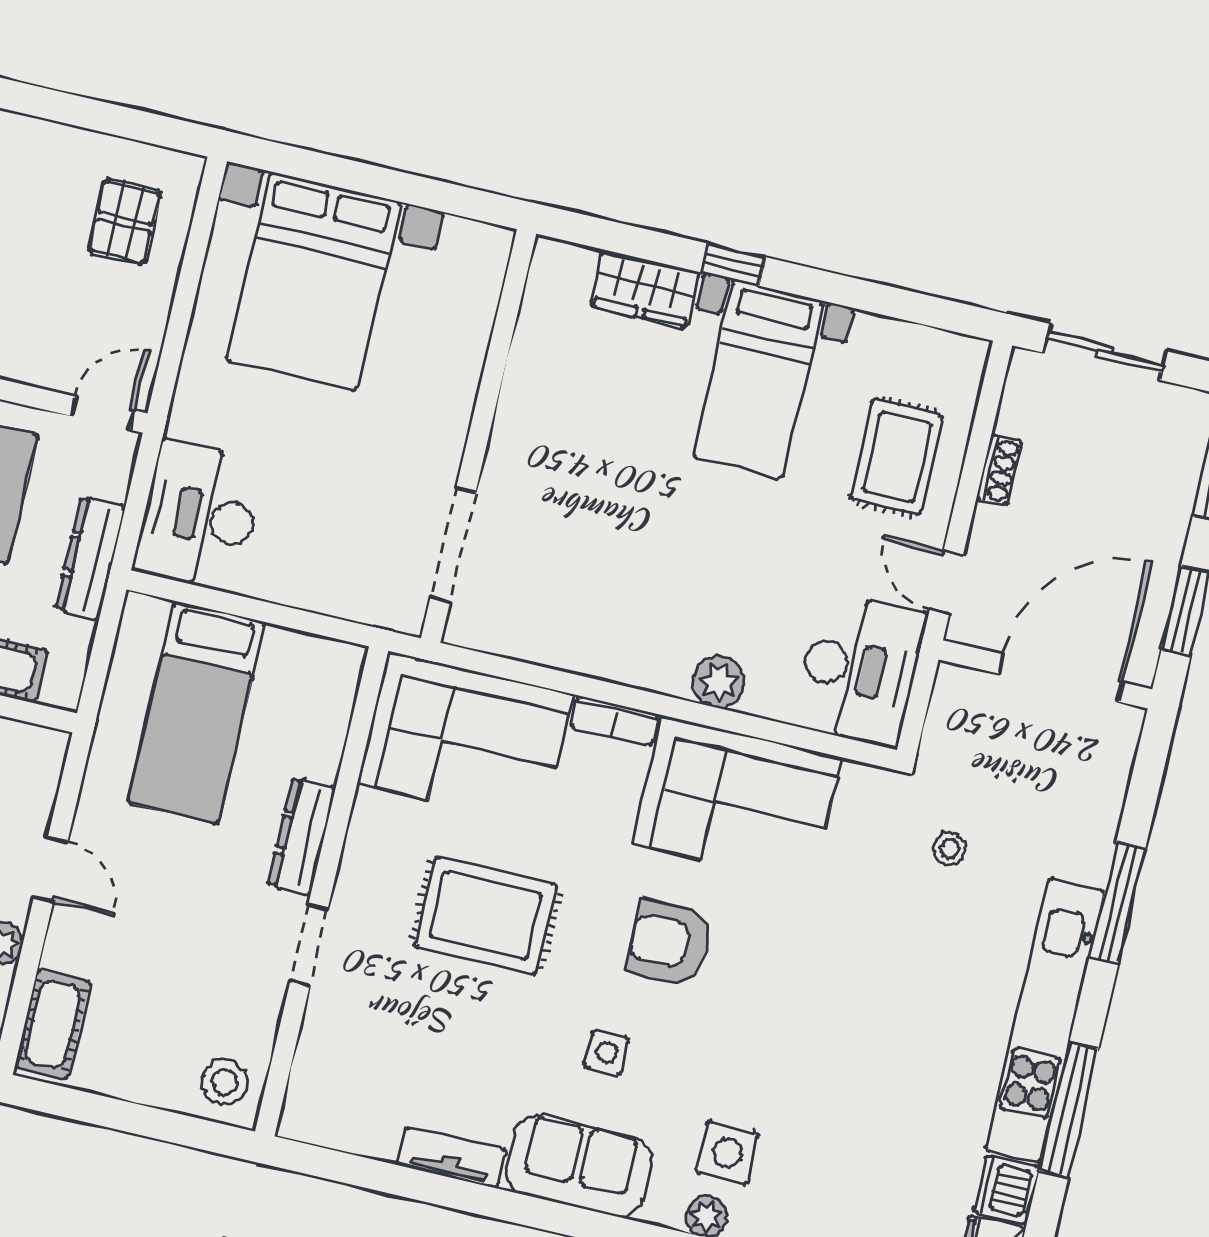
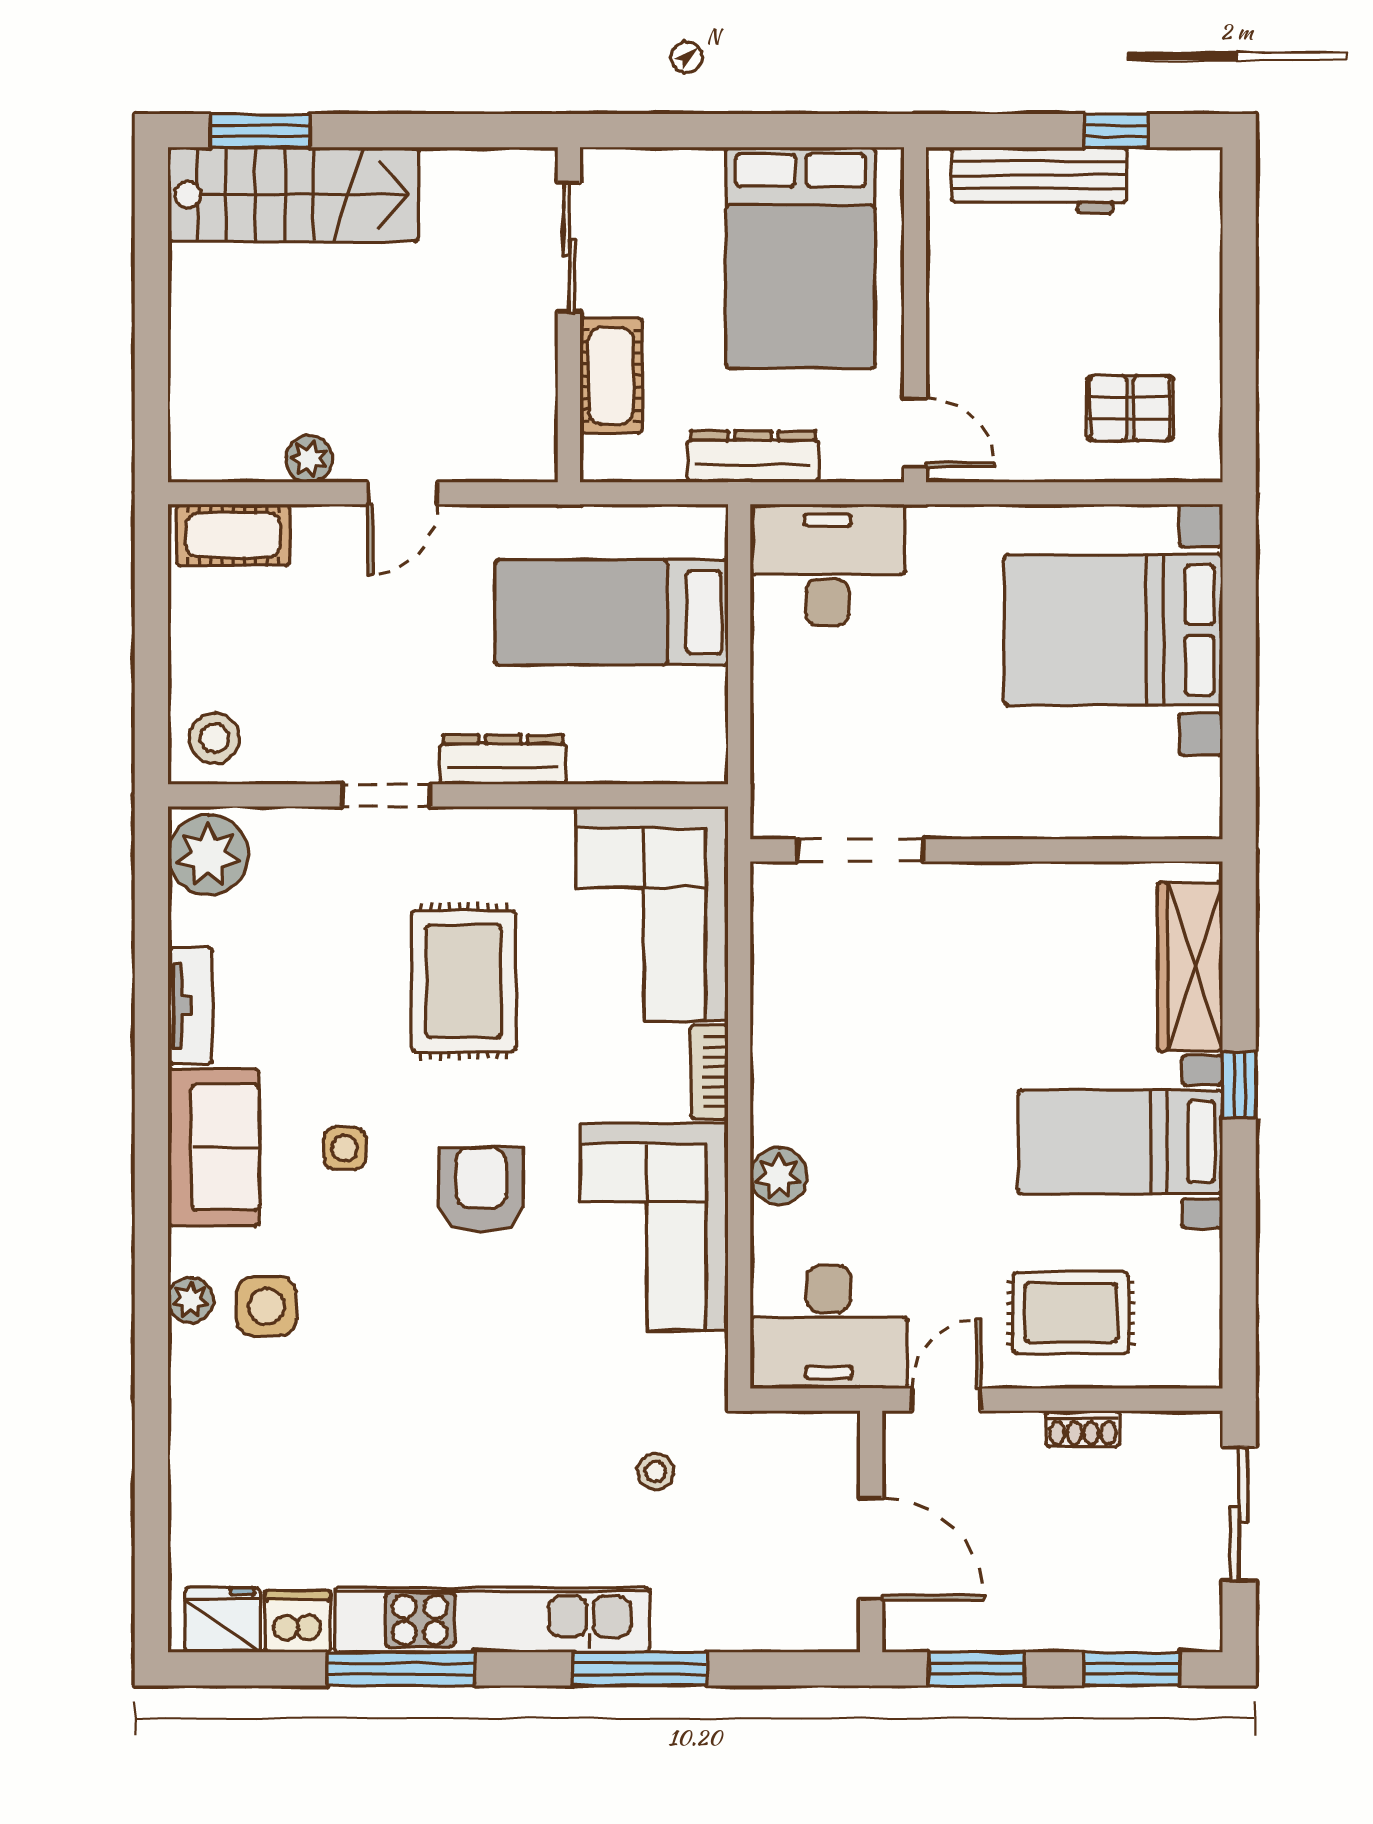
wardrobe: (645, 289) -> (1190, 967), width x1.50
door: (1061, 678) -> (871, 1549), width x0.73
plant: (324, 1111) -> (208, 855), added

